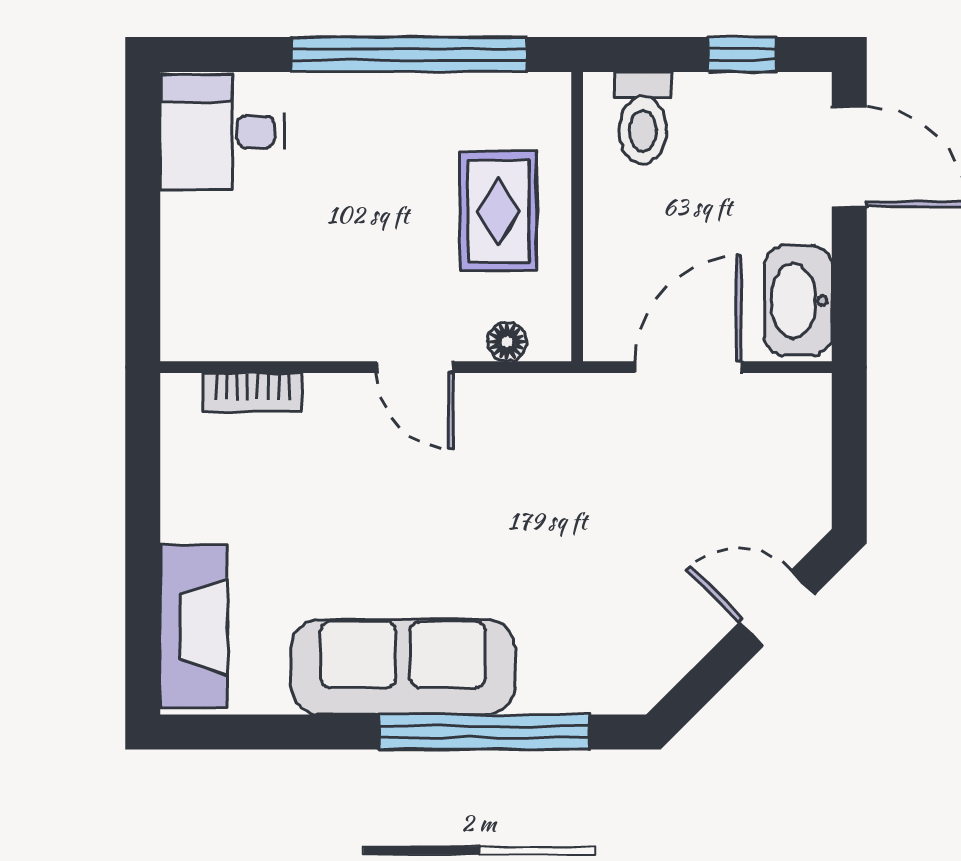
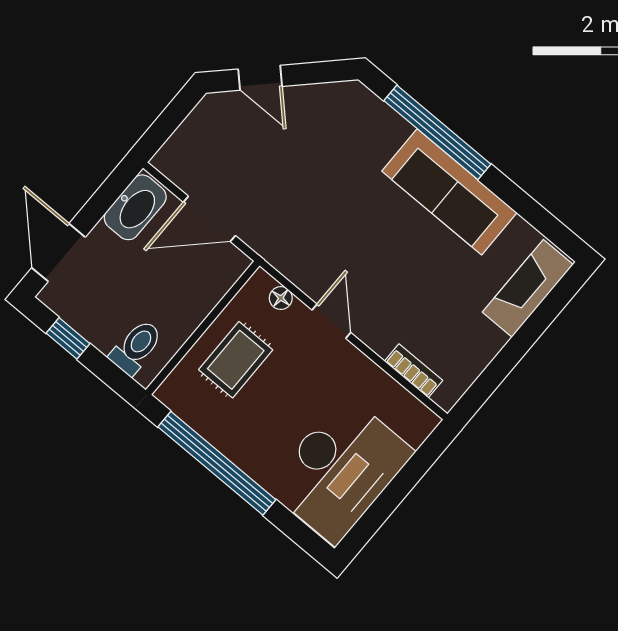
desk: (222, 132) -> (340, 469), width x1.87, depth x1.30

